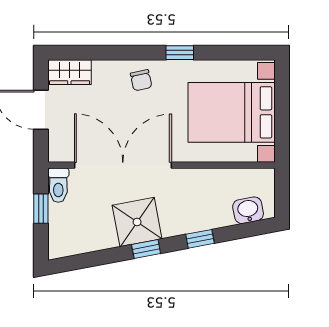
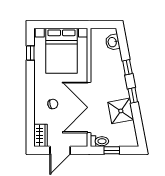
window: (180, 53) -> (30, 53), moved
chair: (141, 80) -> (53, 104), moved
shower: (137, 222) -> (121, 111), moved

